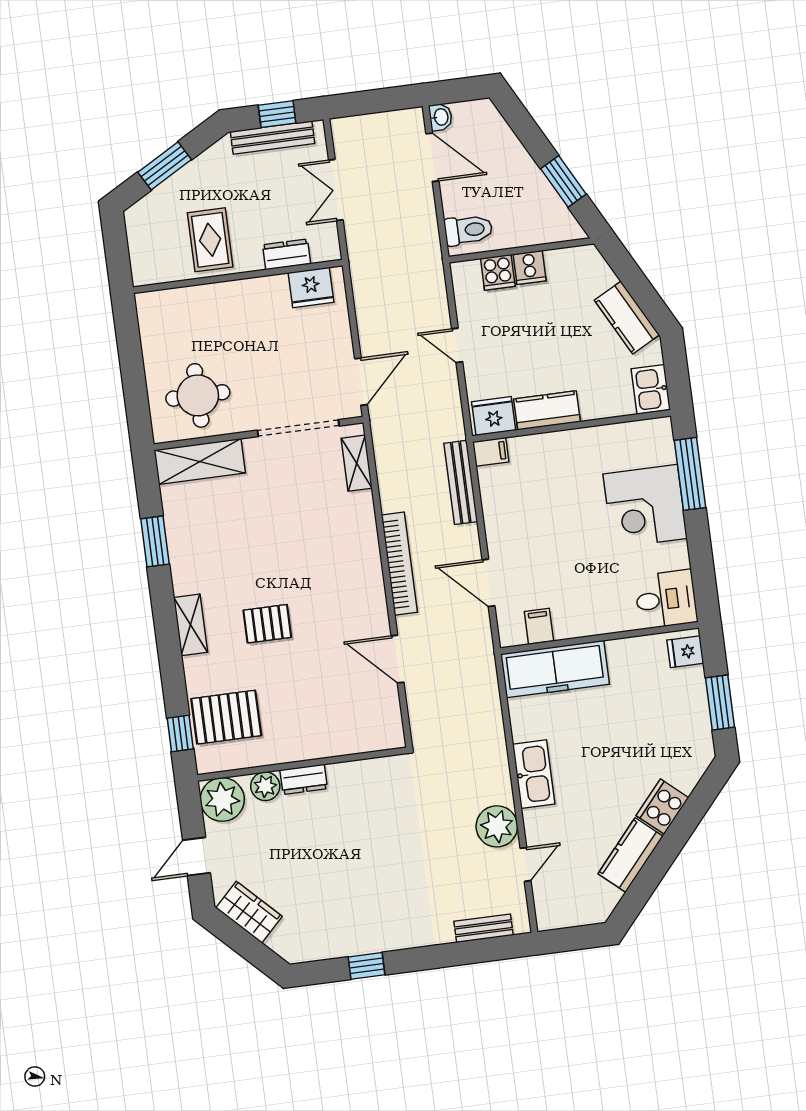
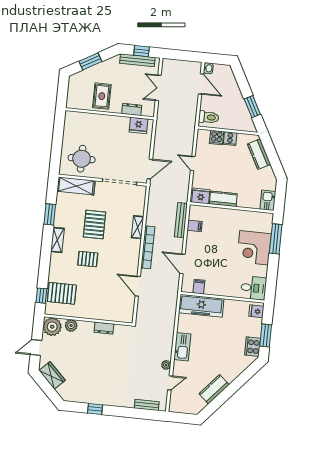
kitchen counter: (627, 318) -> (259, 154), moved
filing cabinet: (491, 452) -> (195, 226), moved
shelving: (357, 463) -> (138, 227), moved
pallet: (264, 540) -> (94, 224), added
shelving: (191, 625) -> (57, 240), moved
dresser: (304, 779) -> (104, 328), moved
cooker: (662, 807) -> (253, 347), moved, turned -41
plant: (497, 826) -> (166, 365), width x0.53, depth x0.53

